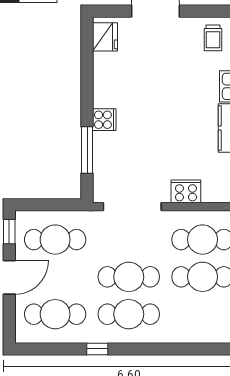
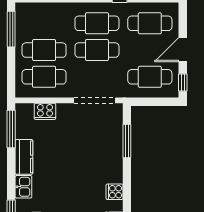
cooker: (104, 120) -> (115, 192), moved
cooker: (186, 191) -> (45, 111), moved

